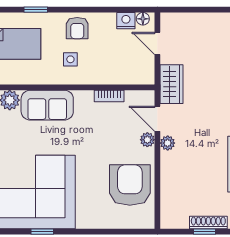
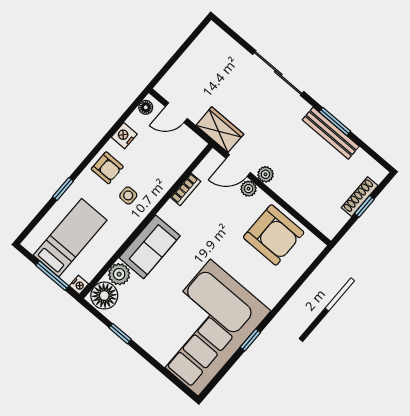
nightstand: (126, 21) -> (124, 136), moved
armchair: (130, 185) -> (274, 235), turned 180

